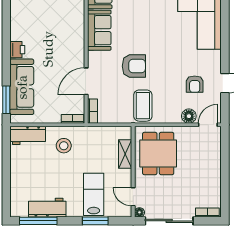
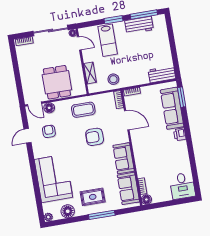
door: (86, 81) -> (127, 120), hinge flipped
coffee table: (143, 106) -> (83, 110), turned 90
door: (208, 125) -> (34, 104), hinge flipped
stool: (64, 146) -> (113, 79), moved
dining table: (158, 153) -> (57, 82), moved
window: (95, 221) -> (113, 20), moved

